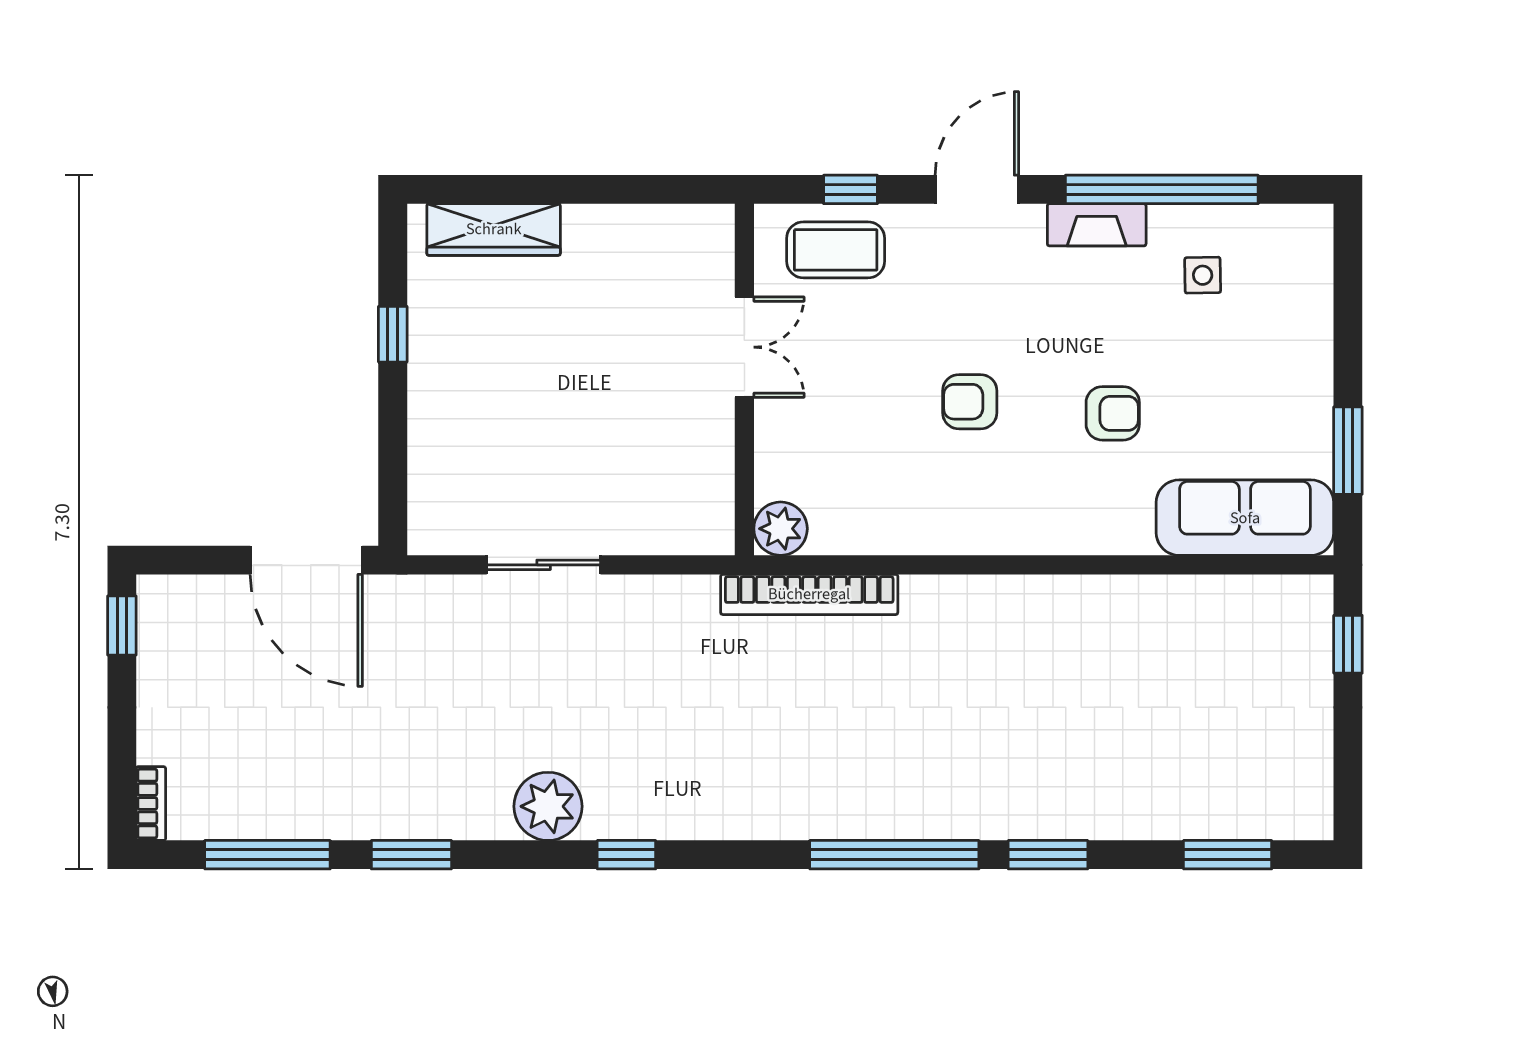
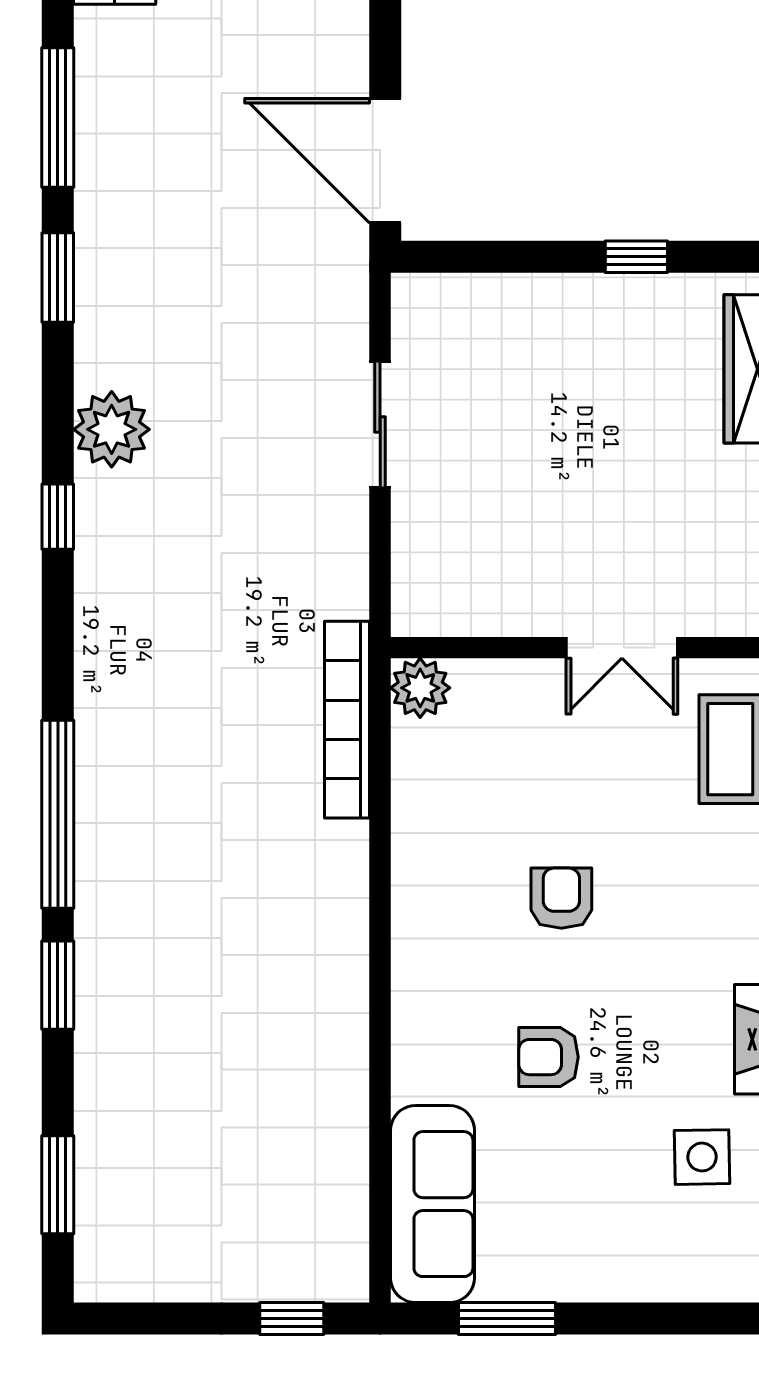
side table: (1203, 275) -> (702, 1157), width x1.37, depth x1.37
armchair: (1113, 413) -> (548, 1057), turned 90
door: (306, 560) -> (385, 161), hinge flipped

